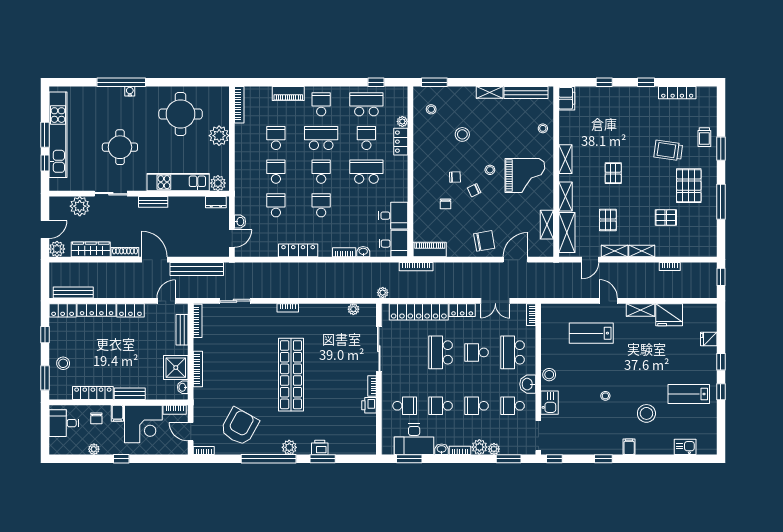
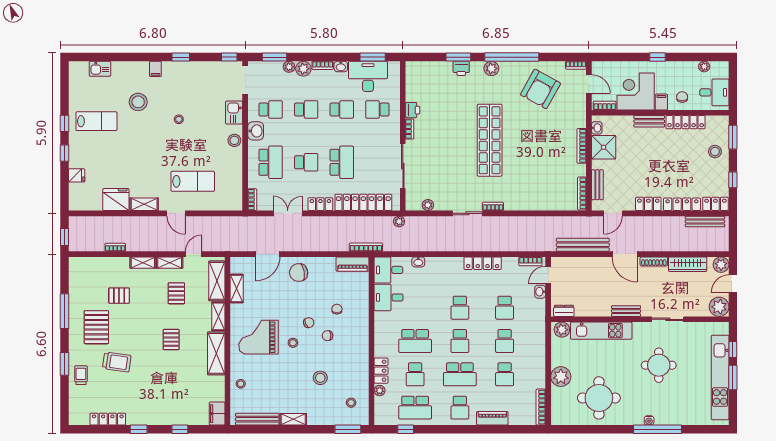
shelving: (565, 159) -> (216, 353), width x1.50, depth x1.33
plant: (80, 206) -> (719, 307), moved
bookcase: (344, 252) -> (530, 261), moved
sliding door: (235, 301) -> (467, 213), moved
plant: (94, 449) -> (704, 67), moved

